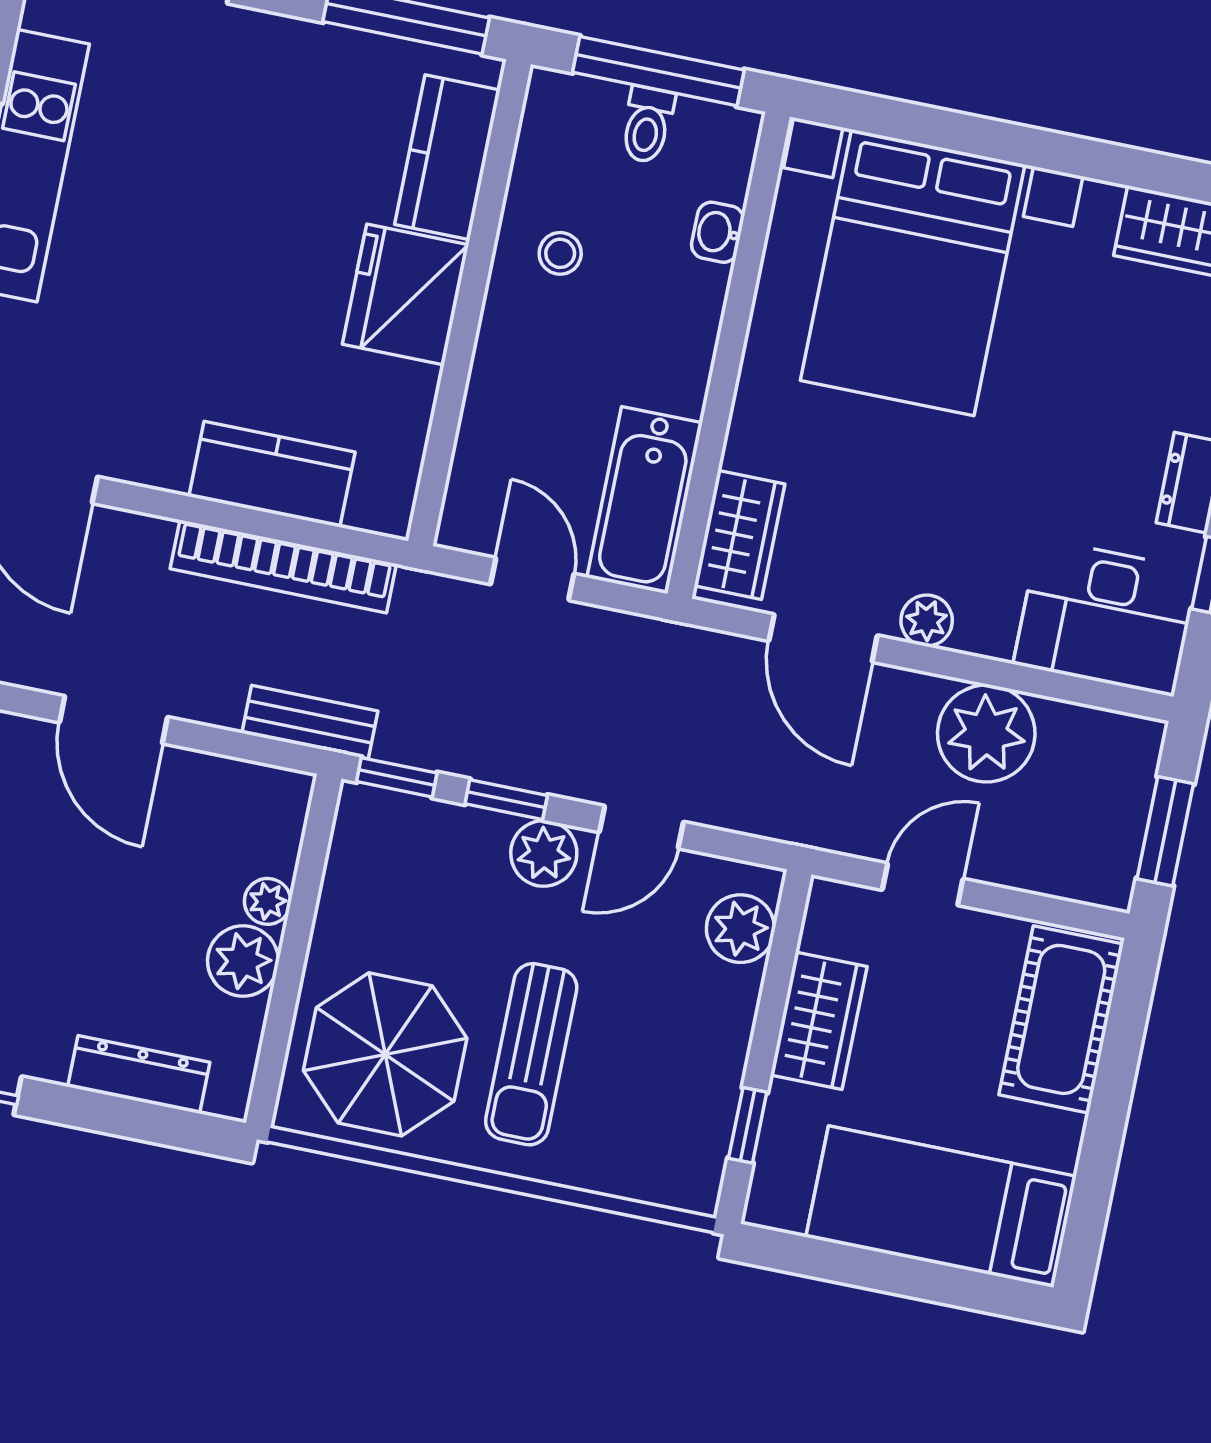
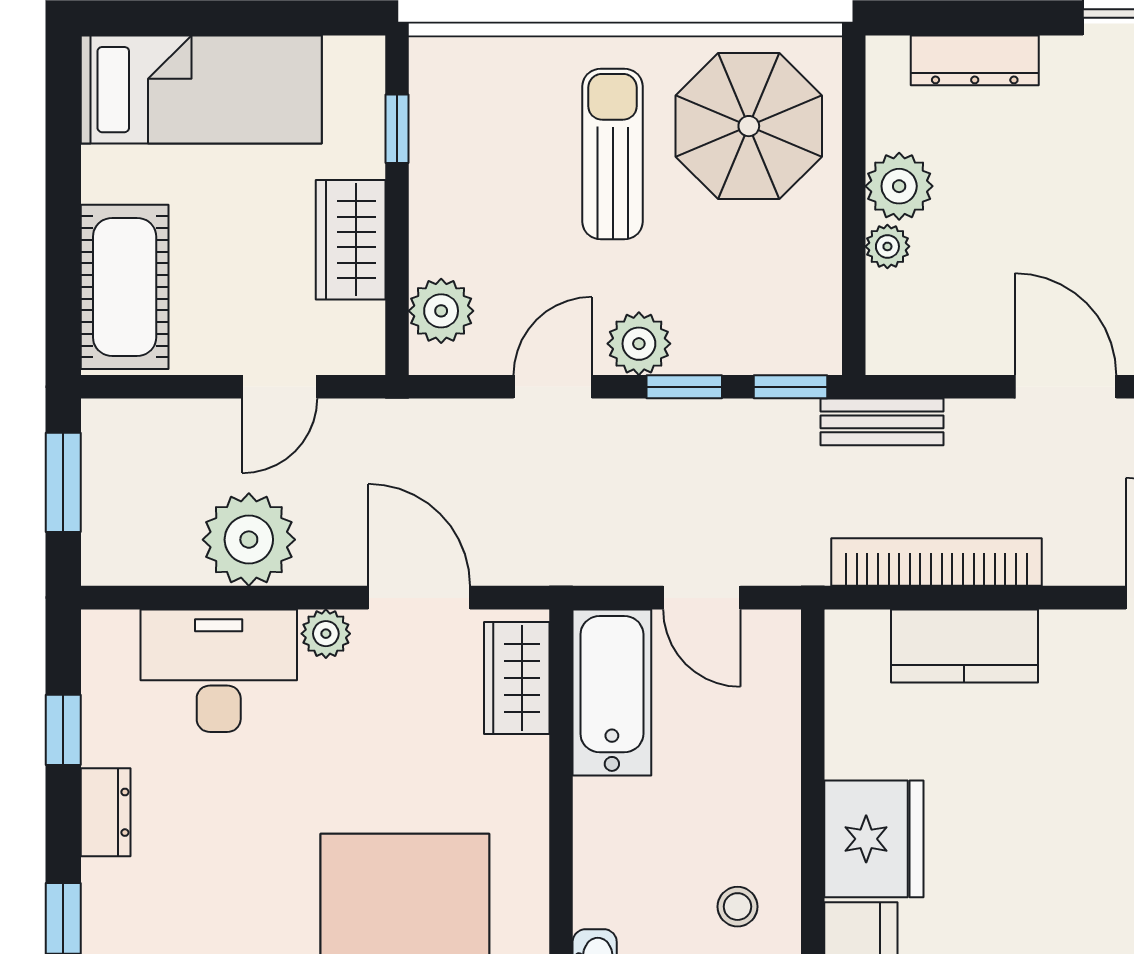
desk: (1106, 617) -> (219, 671), moved

